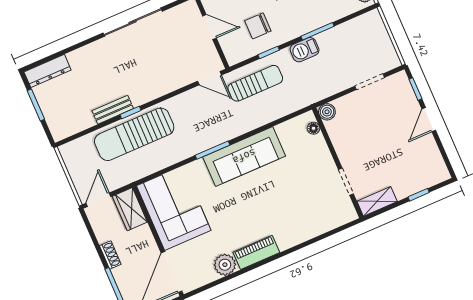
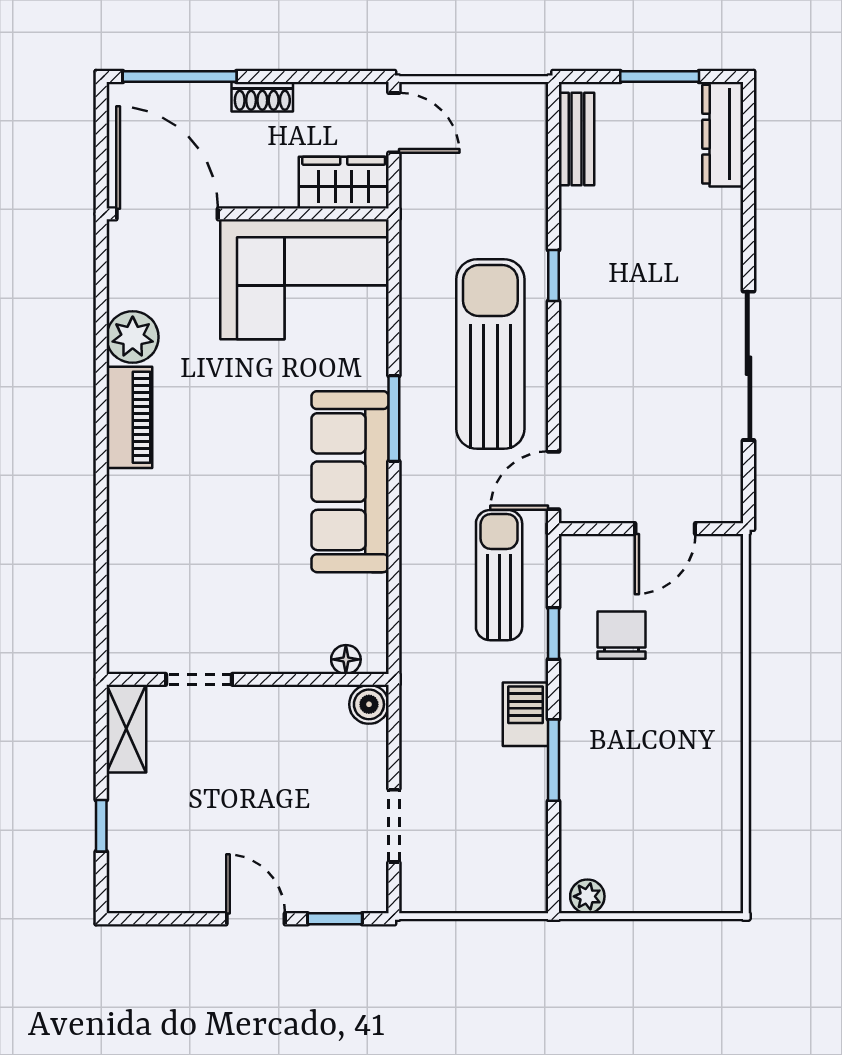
sun lounger: (255, 83) -> (499, 575), turned 180
bench: (113, 110) -> (577, 139), moved
sun lounger: (134, 134) -> (490, 354), moved

